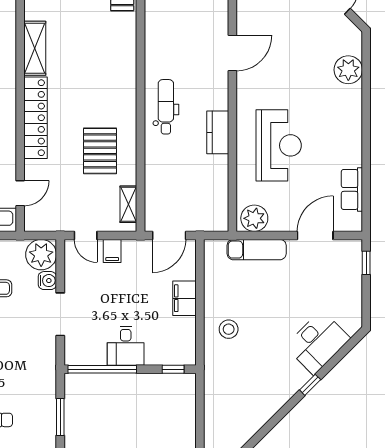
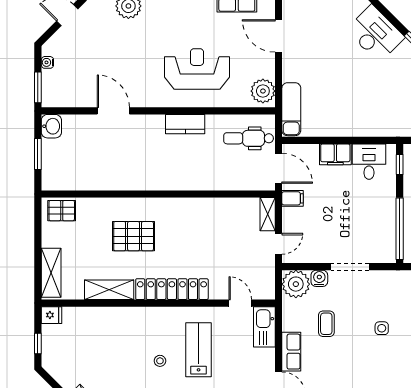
dental chair: (166, 107) -> (249, 138), moved
pallet: (100, 151) -> (134, 236), moved
shelving: (128, 204) -> (268, 214), moved, turned 90
exam couch: (257, 250) -> (291, 109), moved
filing cabinet: (112, 251) -> (293, 198), moved
stool: (229, 329) -> (363, 114), removed
desk: (126, 346) -> (369, 162), moved, turned -90

